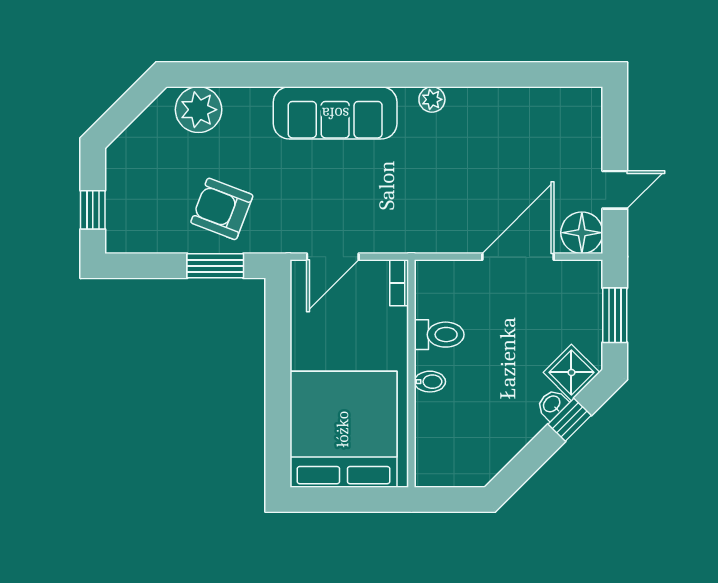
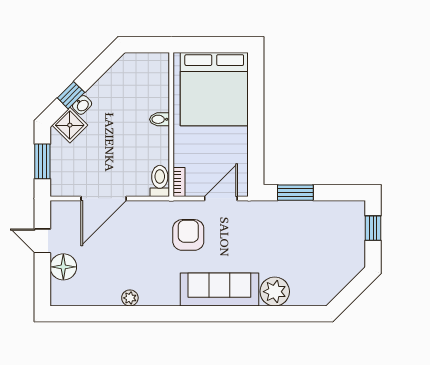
plant: (432, 99) -> (130, 298), moved
plant: (199, 110) -> (275, 292), moved
door: (615, 190) -> (42, 241), hinge flipped
armchair: (222, 209) -> (188, 235), moved, turned -111
floor lamp: (582, 233) -> (63, 267), moved
toilet: (439, 335) -> (160, 181), moved, turned 90

